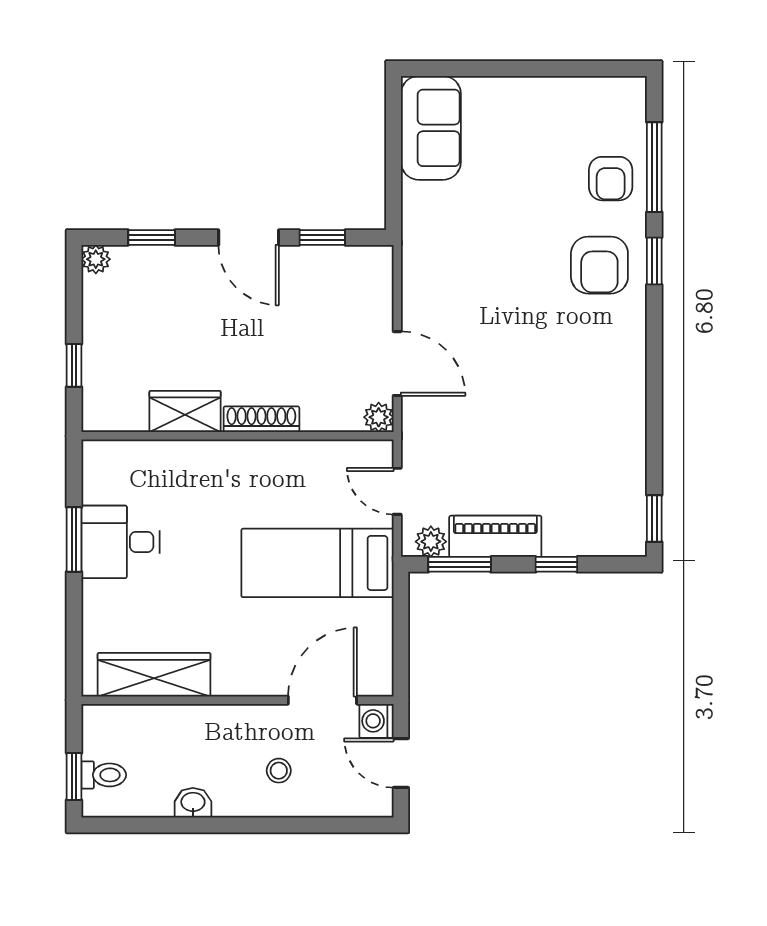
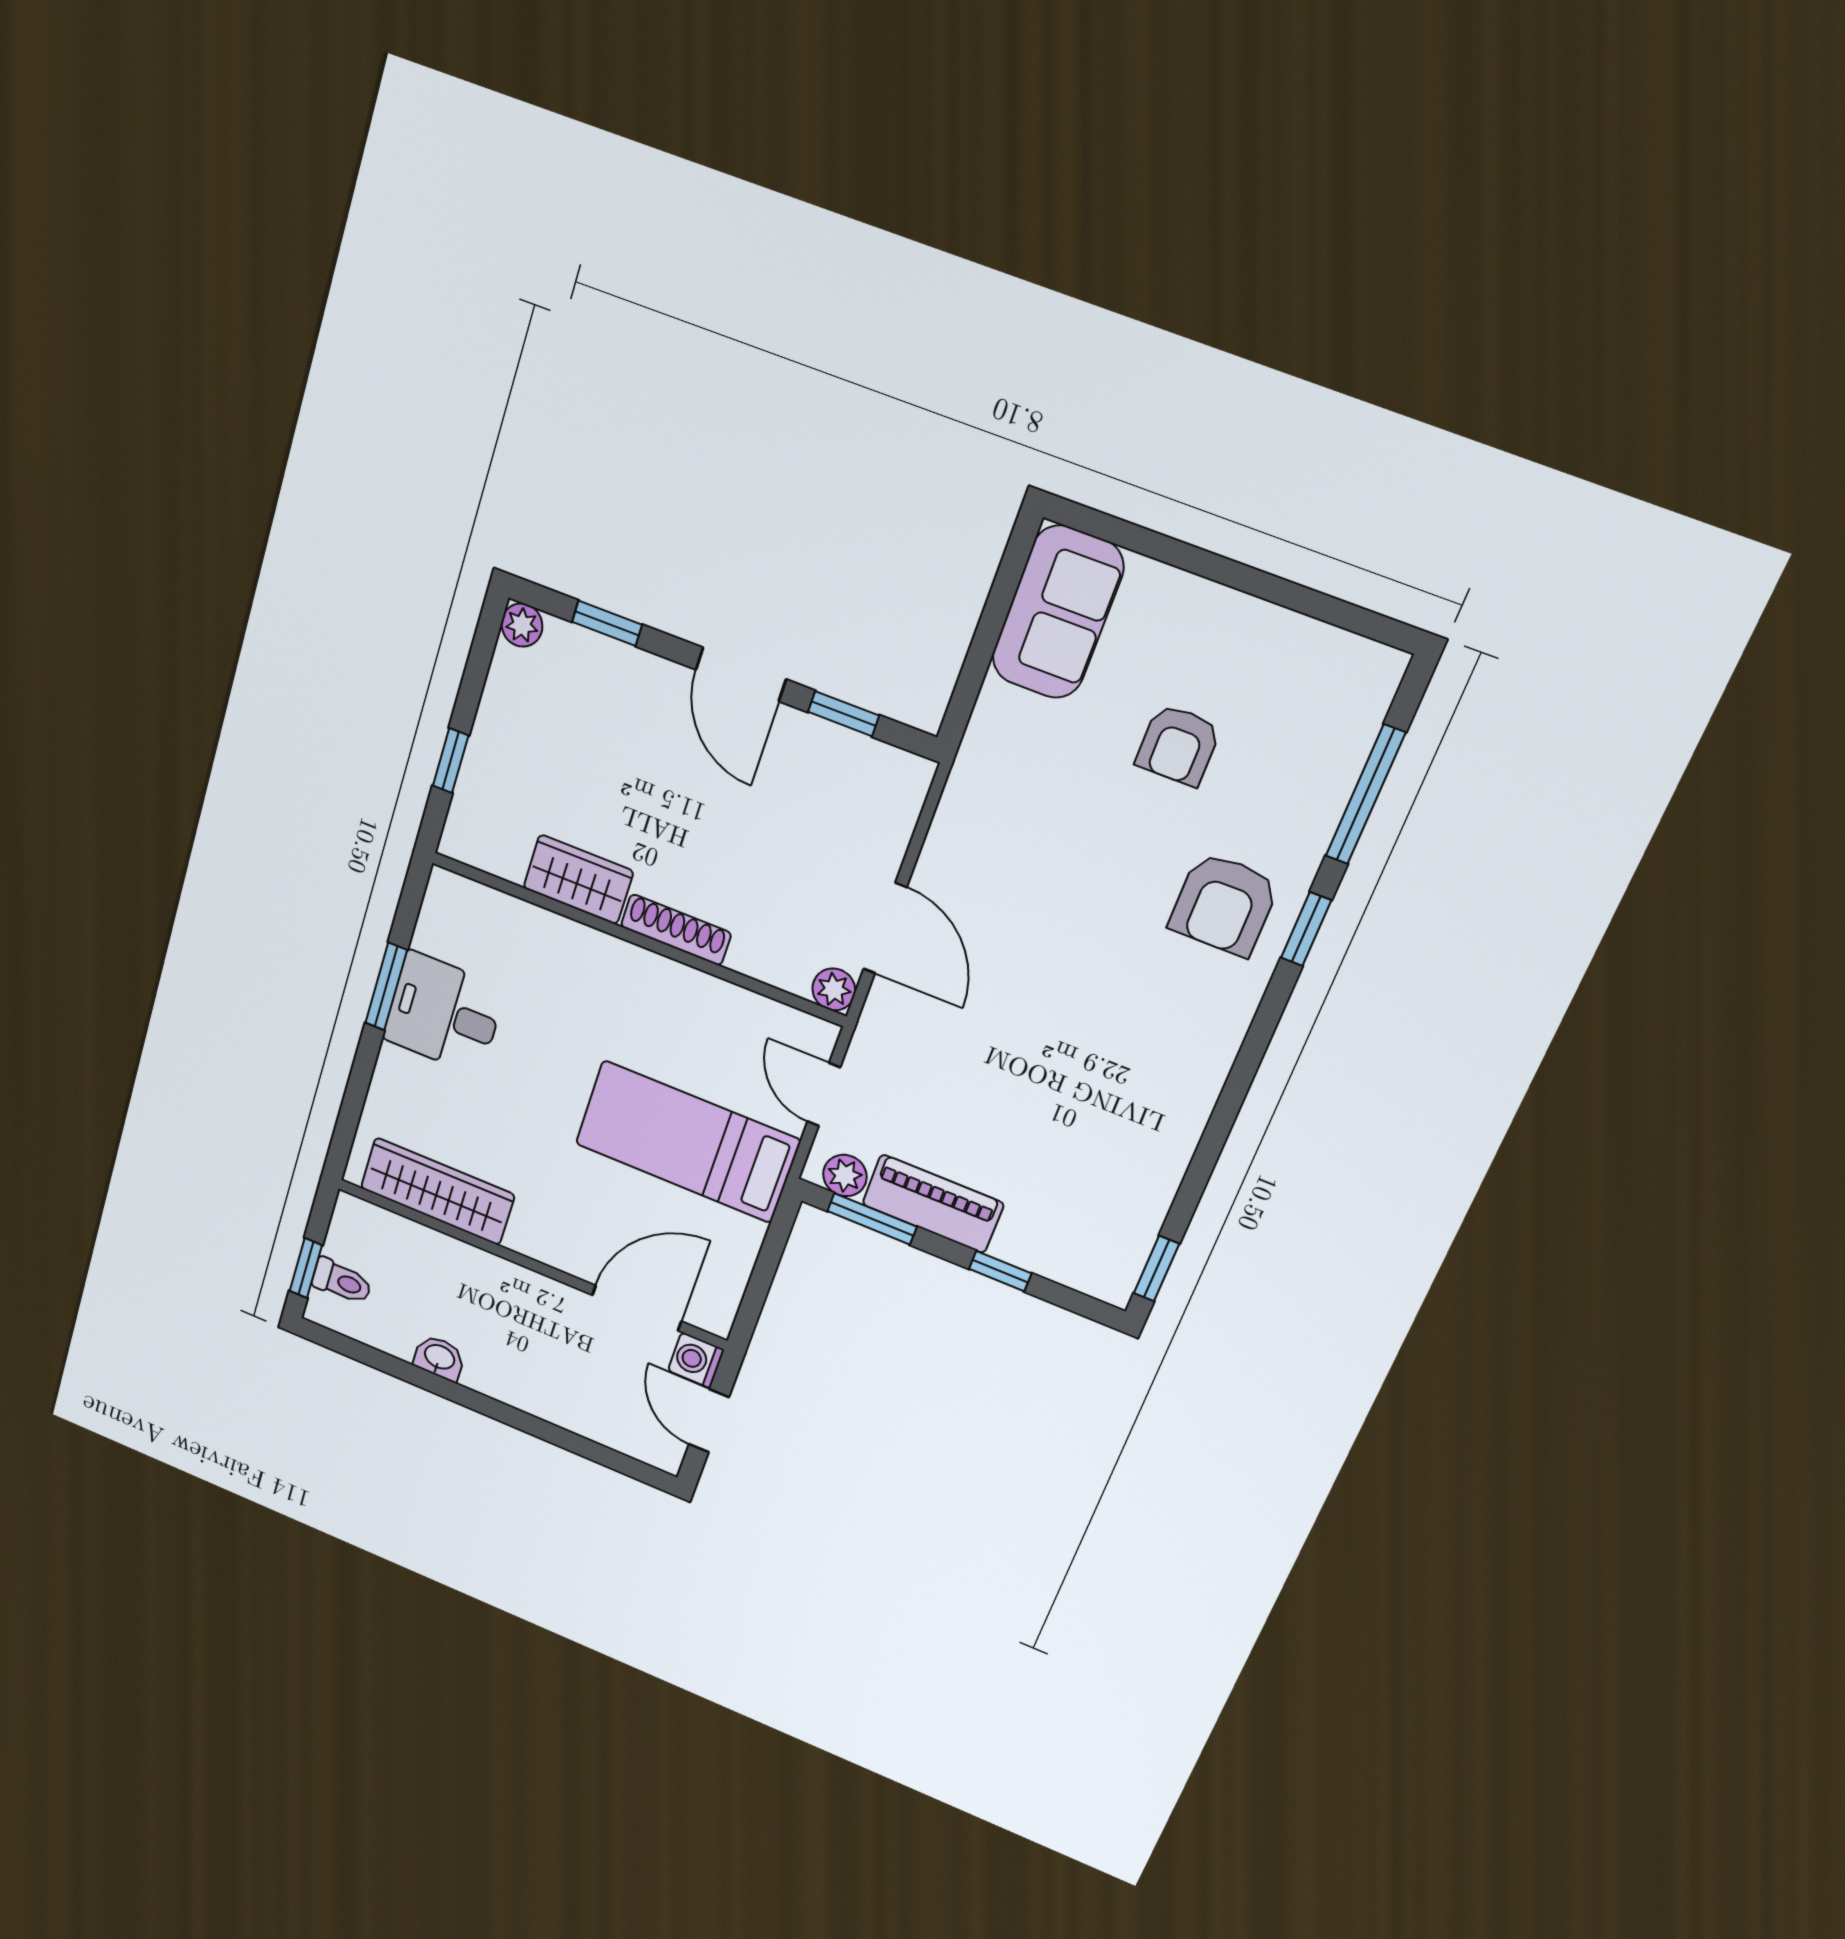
armchair: (611, 179) -> (1178, 745), moved
stool: (279, 771) -> (555, 1366), removed

